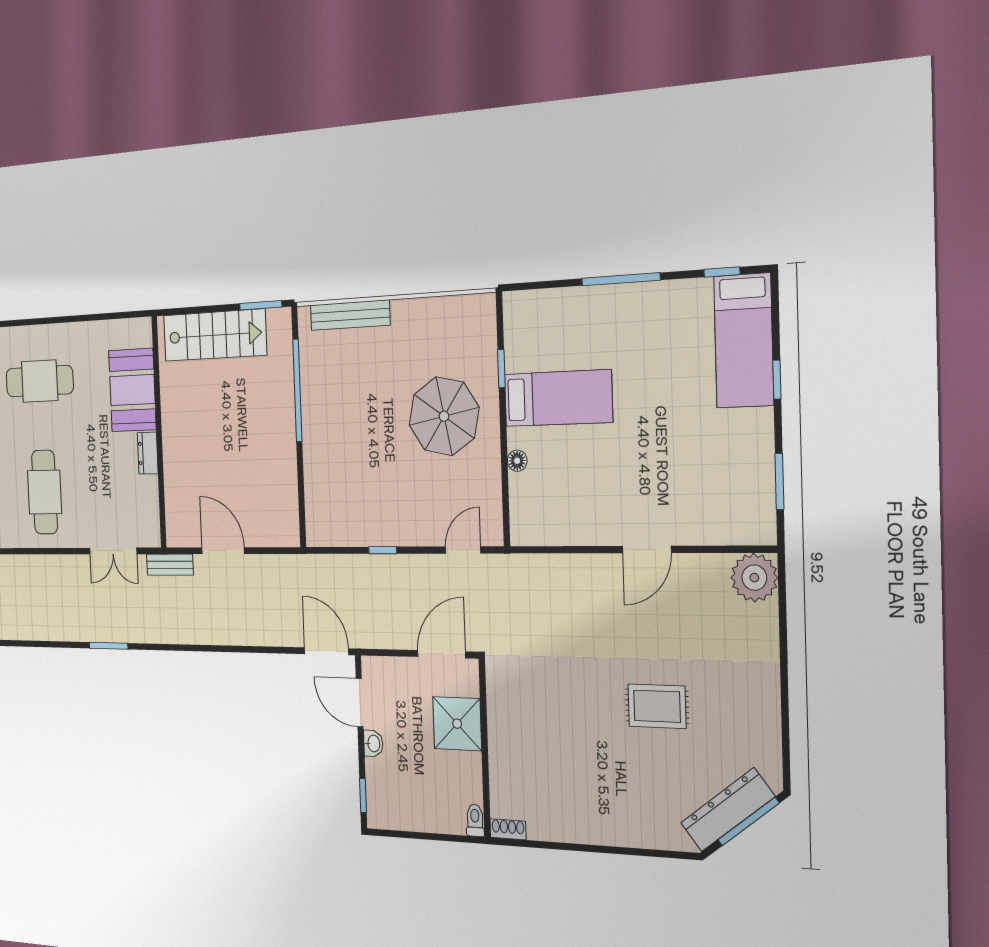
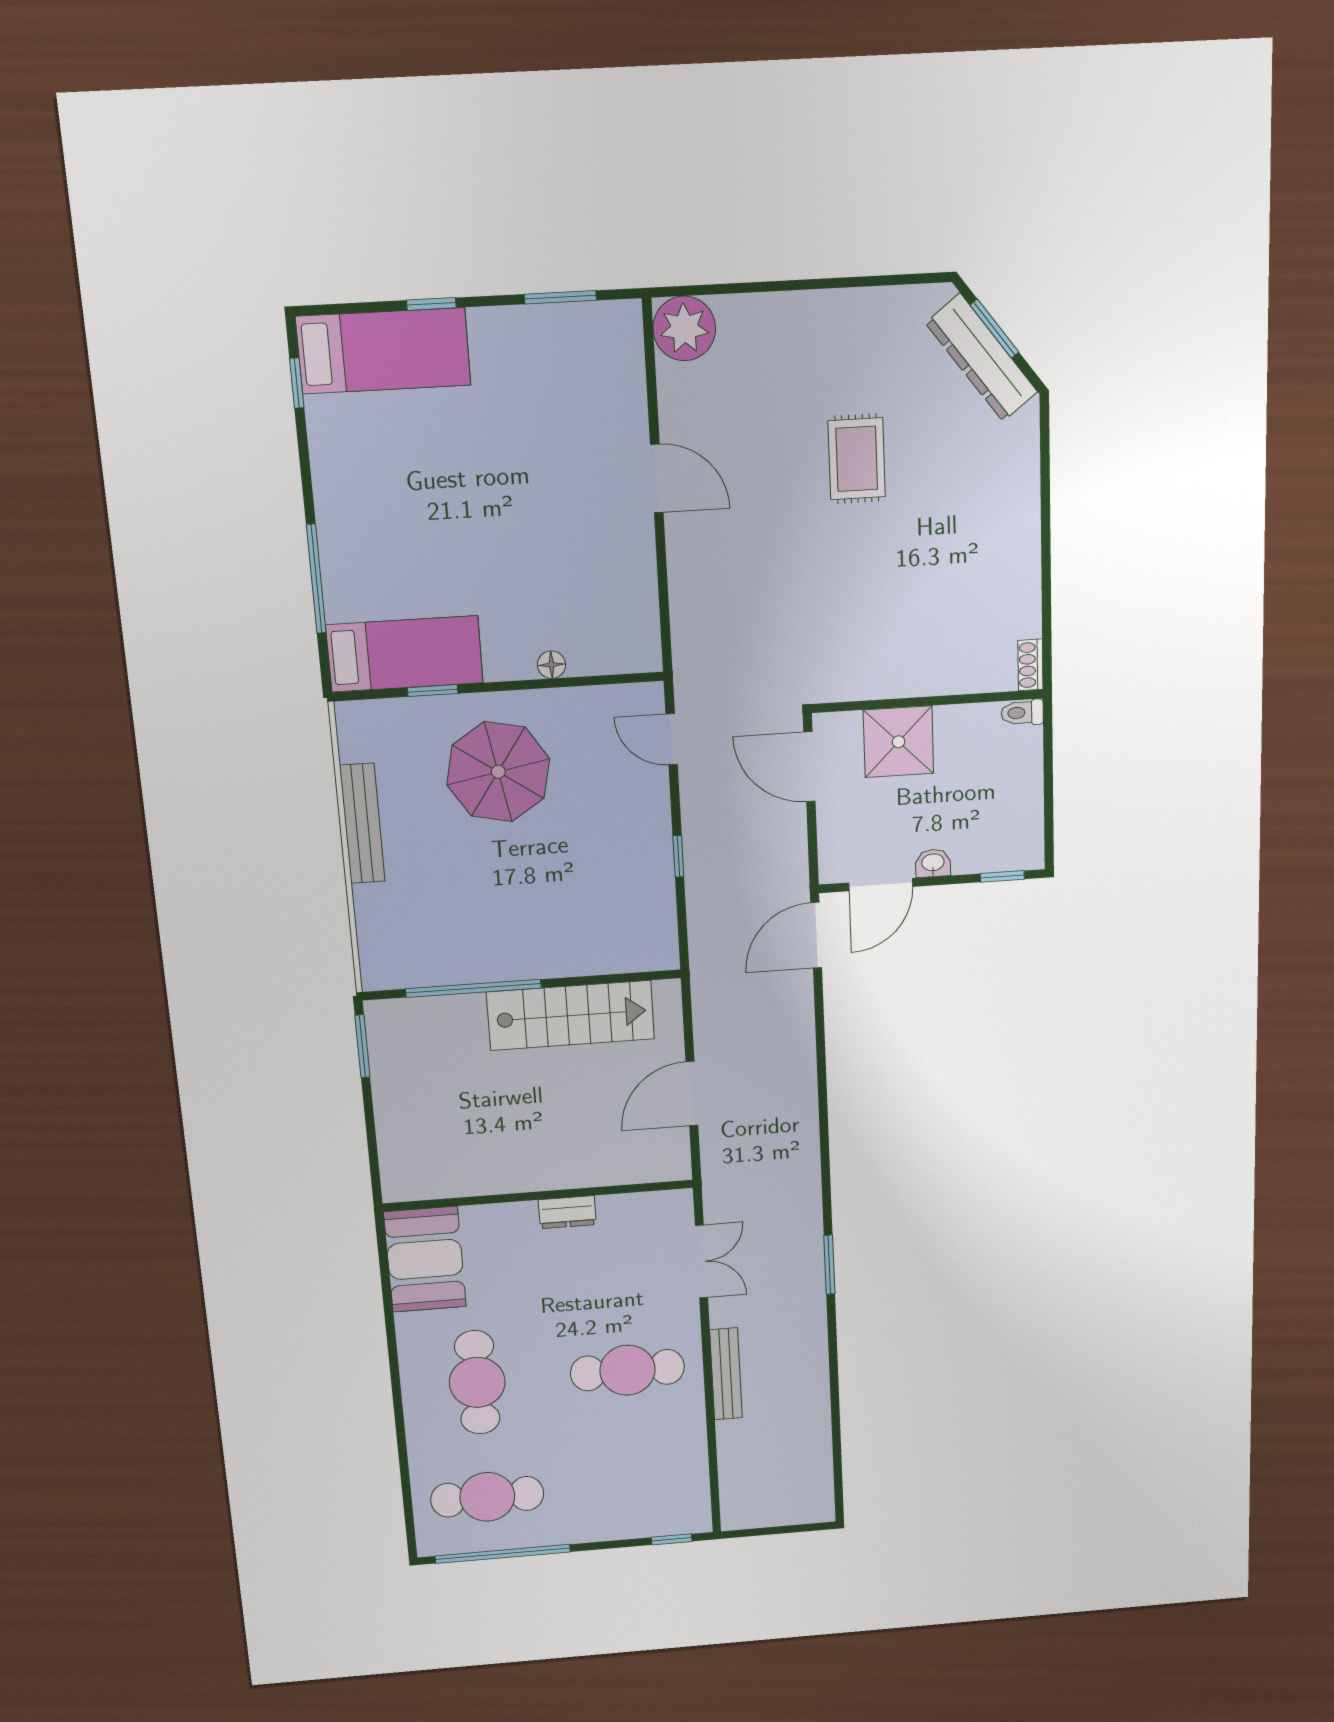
window: (621, 279) -> (316, 579), moved
bench: (350, 315) -> (362, 824), moved
stairs: (215, 335) -> (571, 1015), moved, turned 90
booth: (132, 390) -> (425, 1259), moved, turned 90
bed: (558, 398) -> (405, 654), moved, turned 90
bench: (170, 565) -> (726, 1374), moved, width x1.36
window: (748, 822) -> (994, 329), width x0.69

